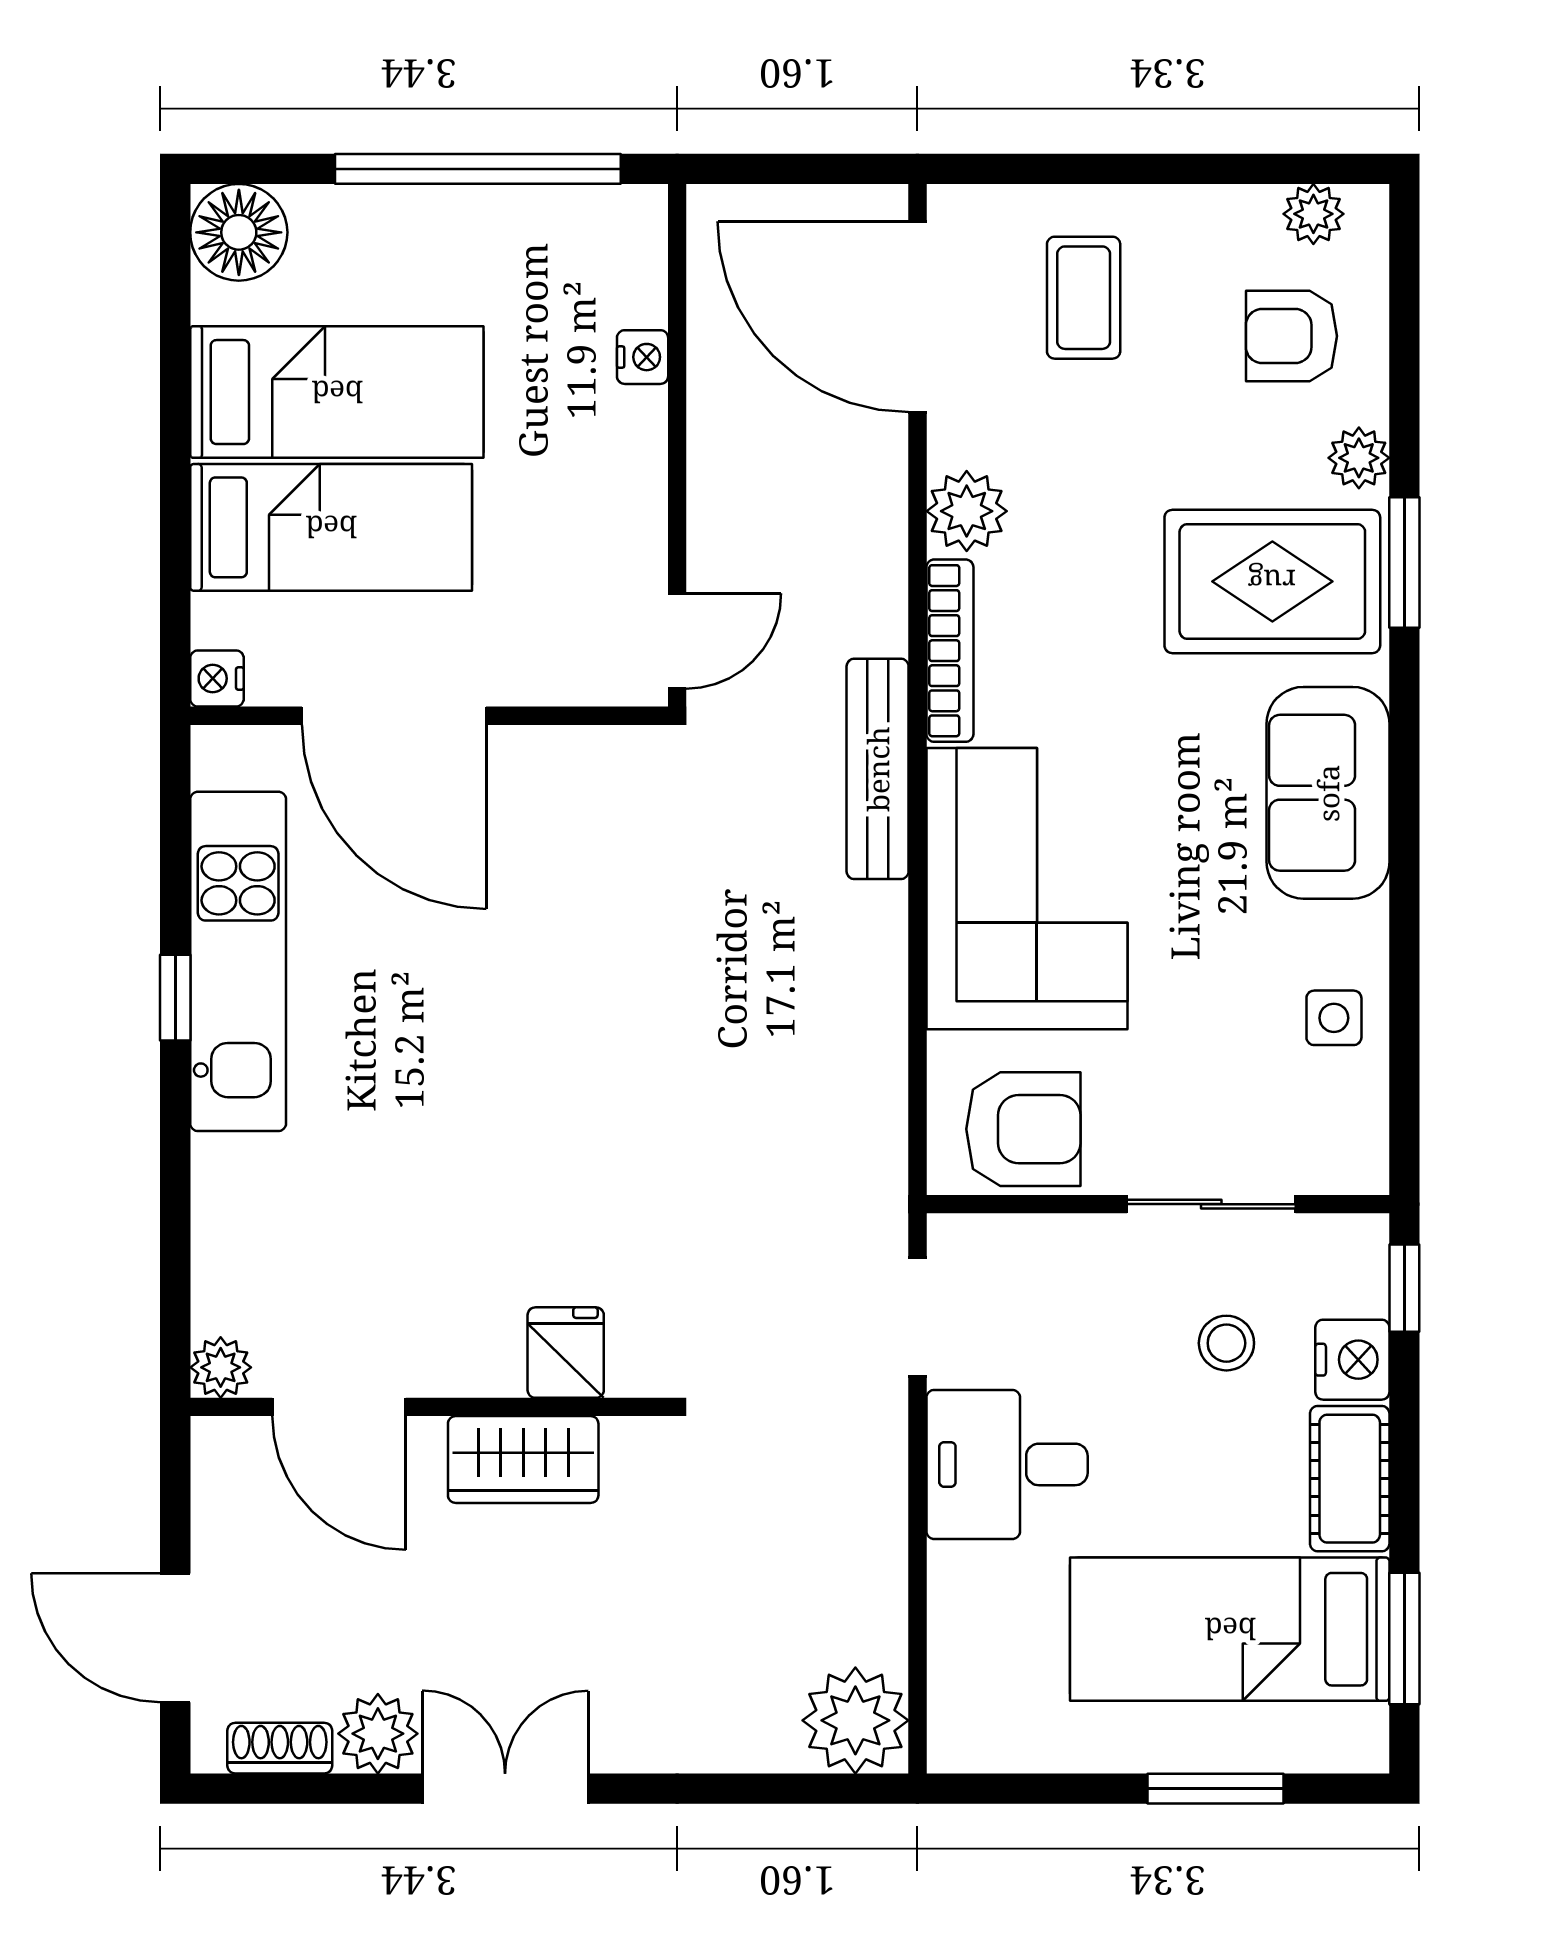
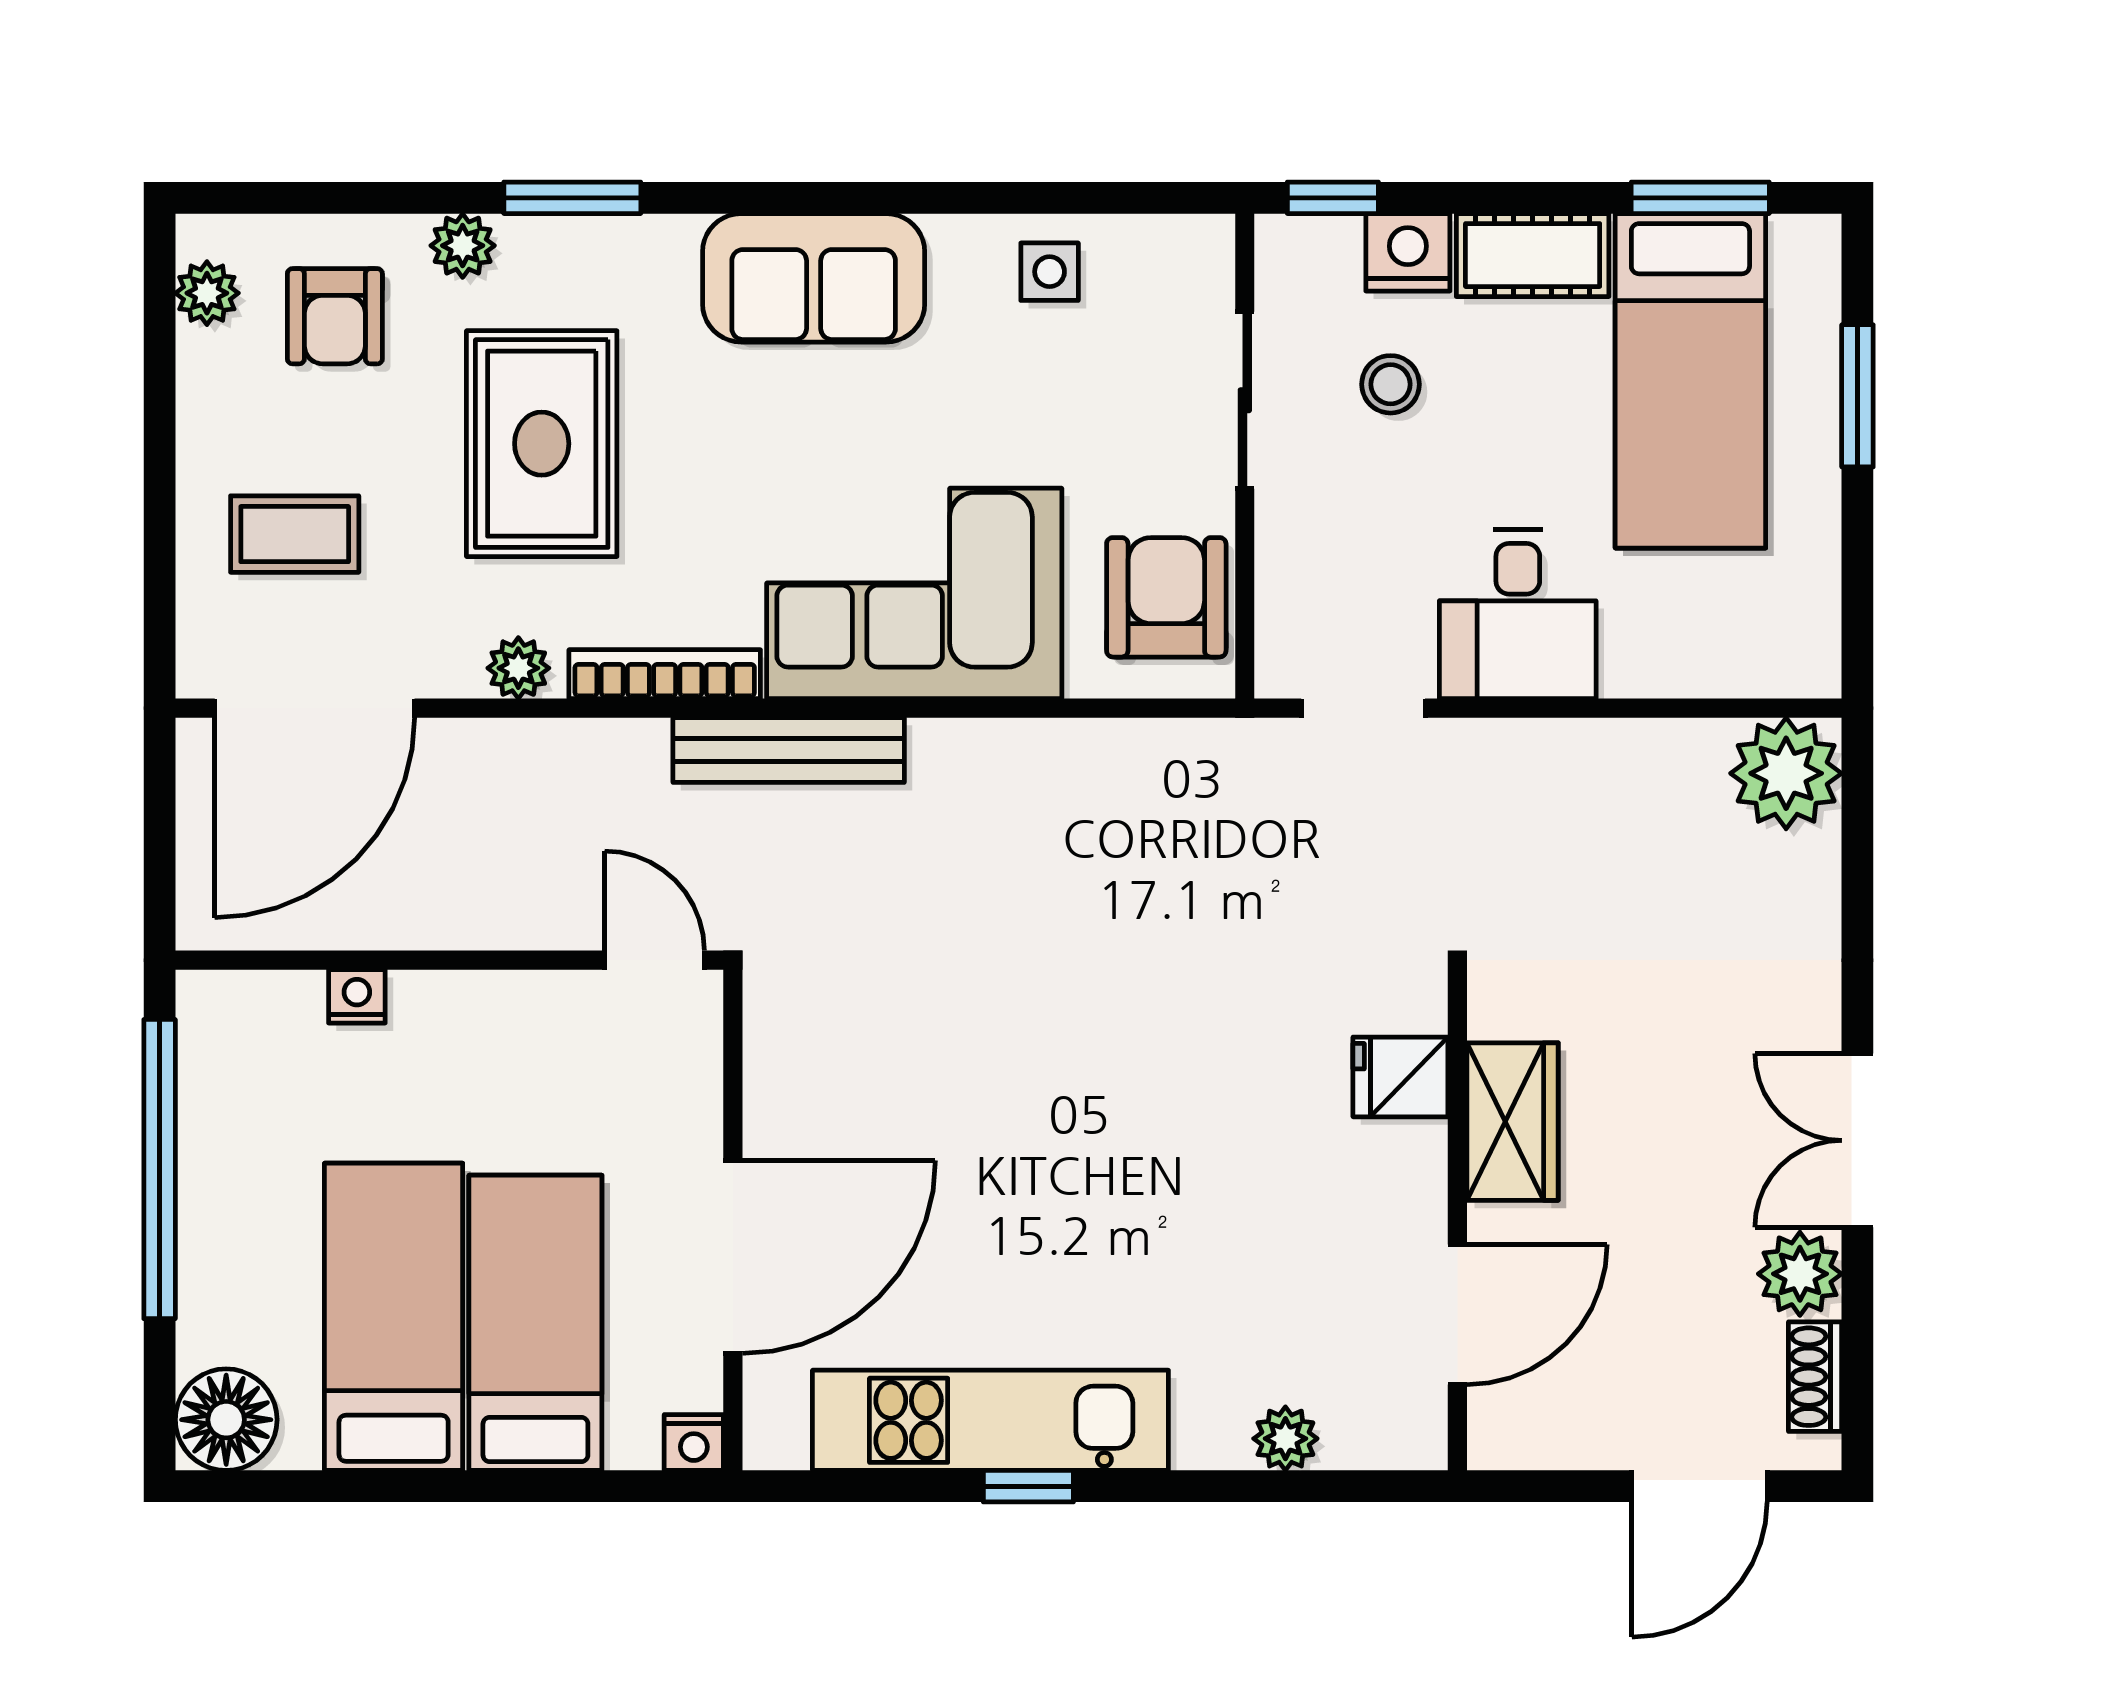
plant: (967, 511) -> (518, 668), width x0.73, depth x0.73
rug: (1272, 581) -> (542, 444), moved
plant: (221, 1367) -> (1285, 1439), moved

